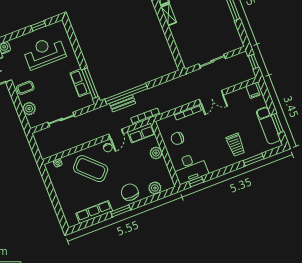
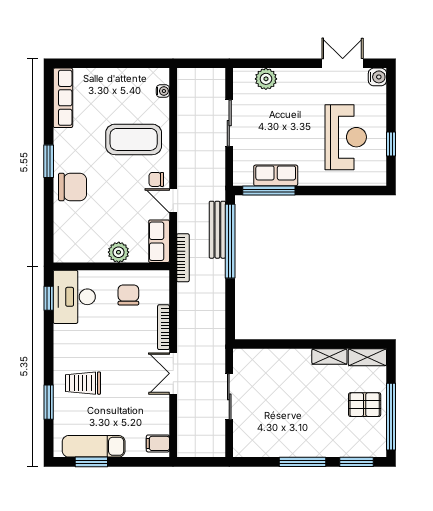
window: (254, 62) -> (203, 462), removed
coffee table: (25, 88) -> (301, 85), removed
bench: (123, 103) -> (217, 230), width x1.36
coffee table: (91, 169) -> (134, 139), turned 46
plant: (155, 188) -> (64, 229), removed
row of seats: (94, 212) -> (63, 98), moved

